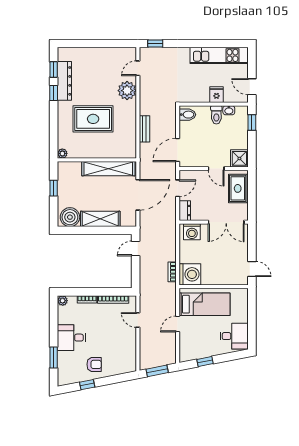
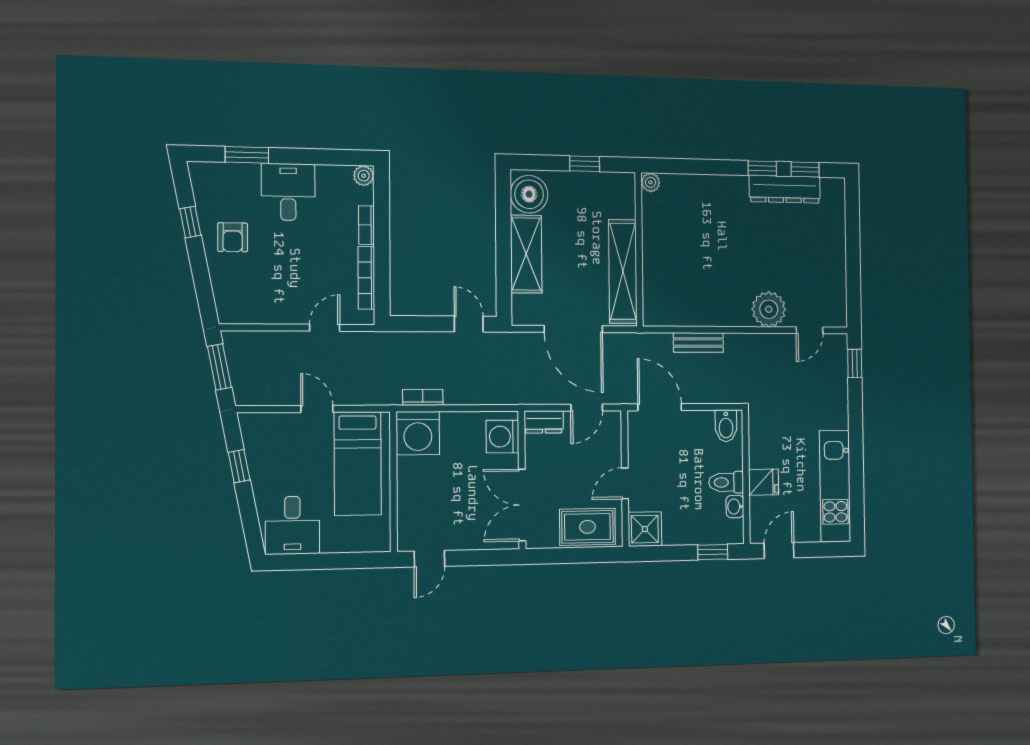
door: (138, 68) -> (810, 330), swing flipped
rug: (93, 119) -> (716, 243), removed
door: (178, 188) -> (587, 408), hinge flipped

